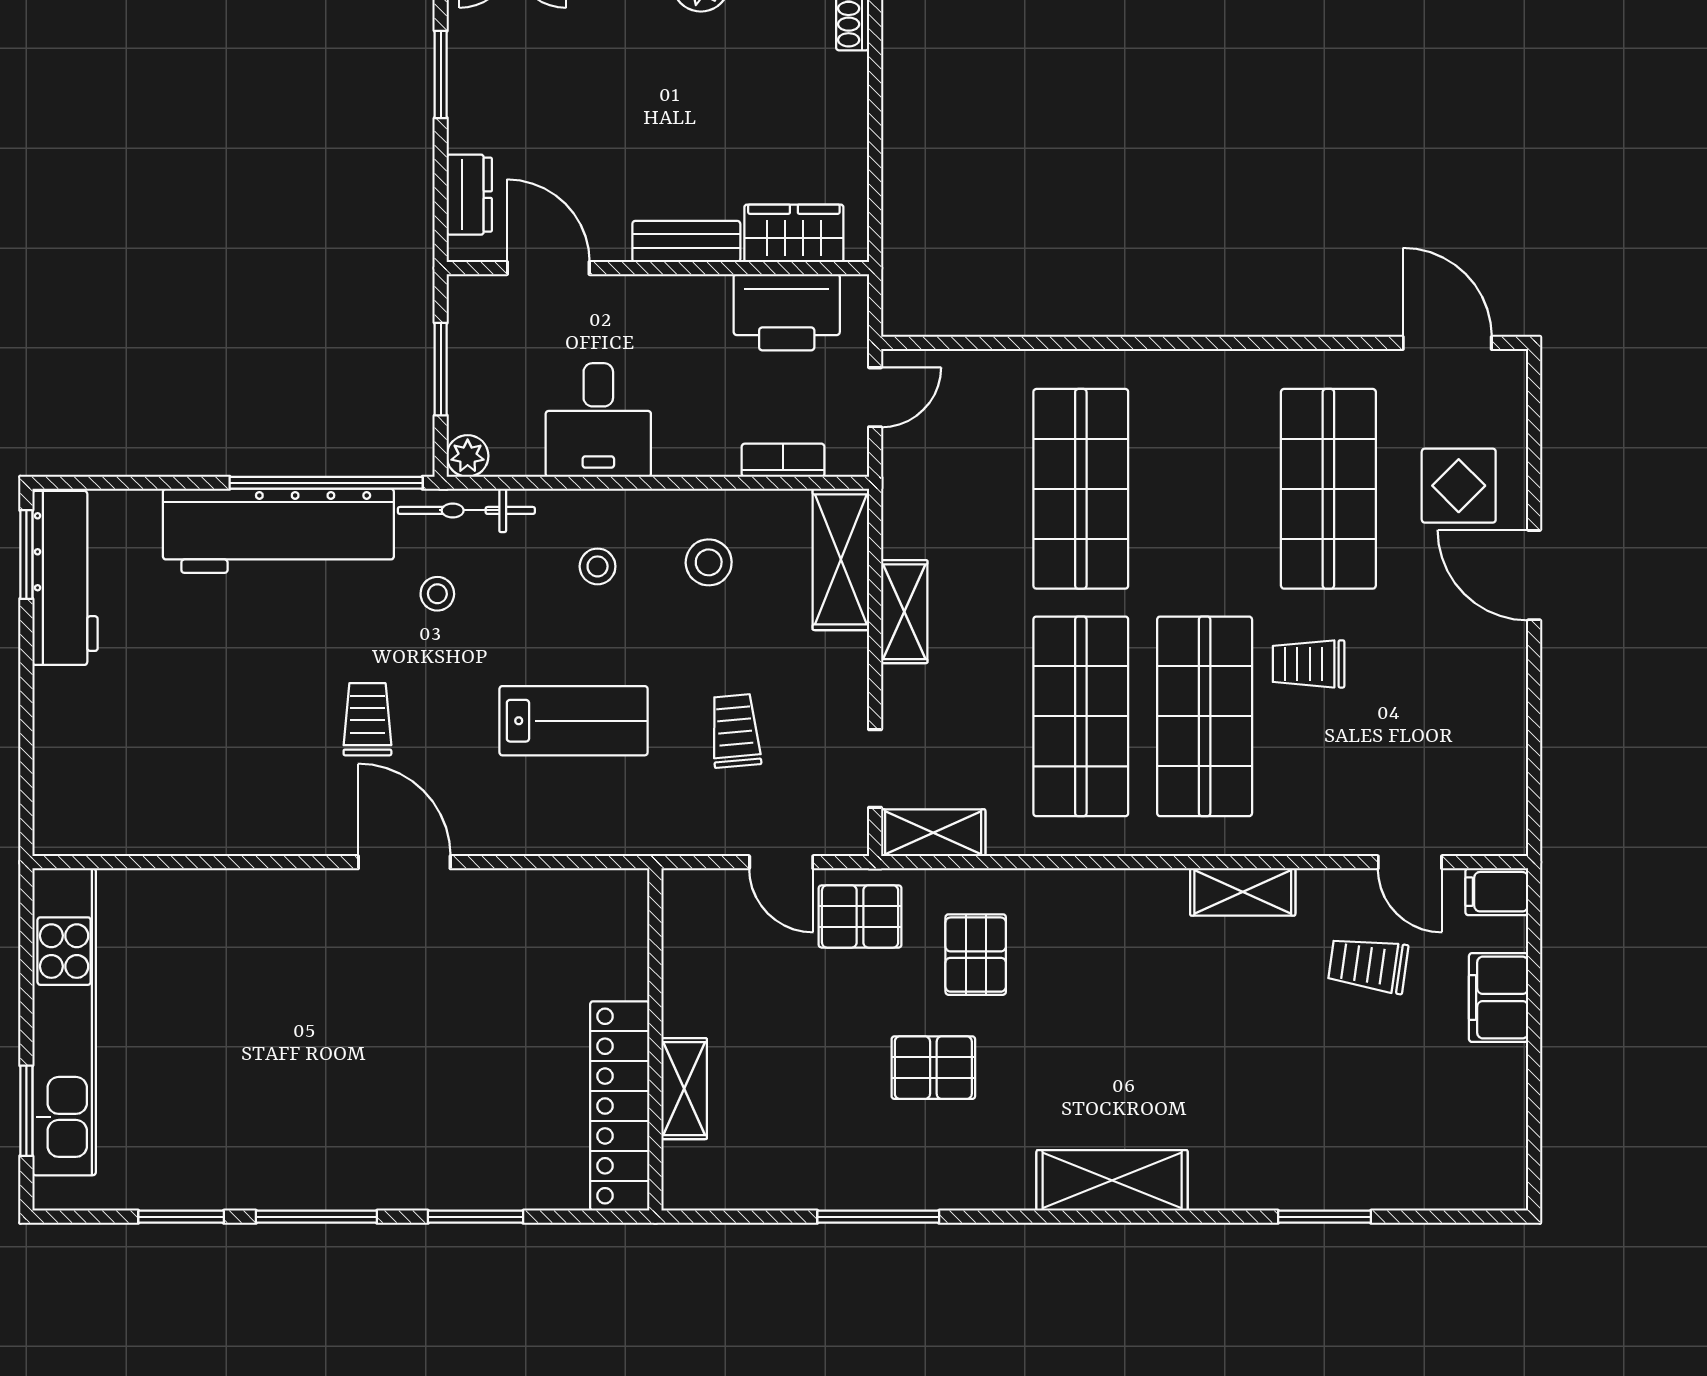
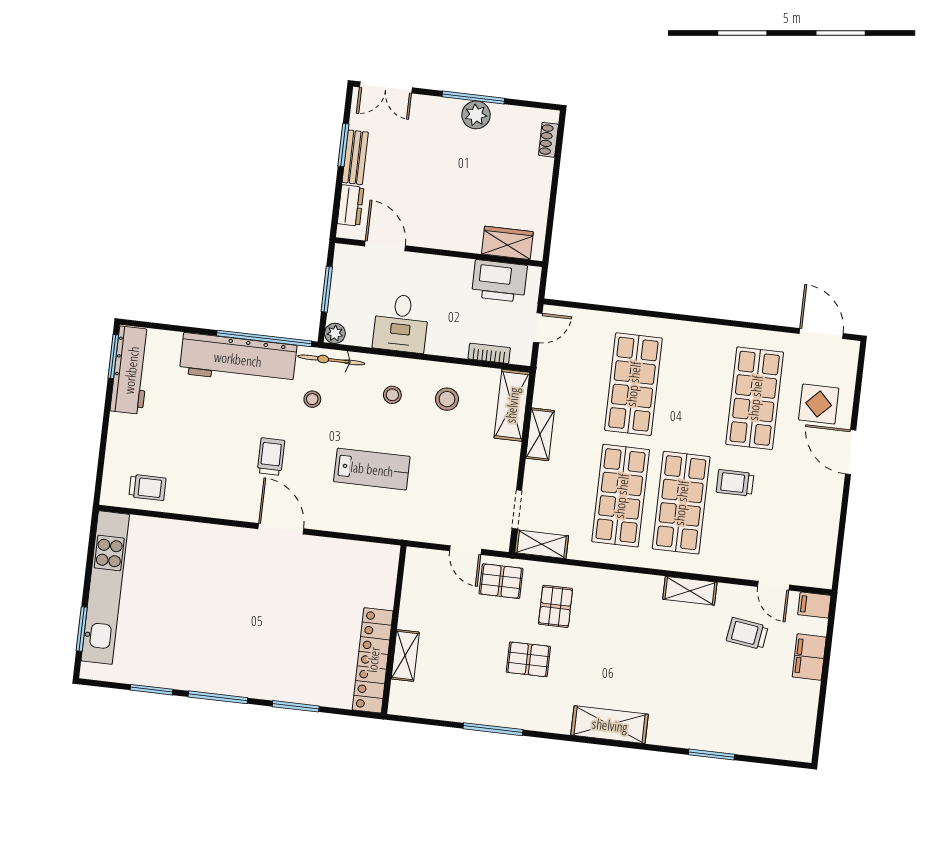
bench: (686, 241) -> (355, 157), moved, turned 90
trolley: (735, 731) -> (147, 487), moved, turned 95

